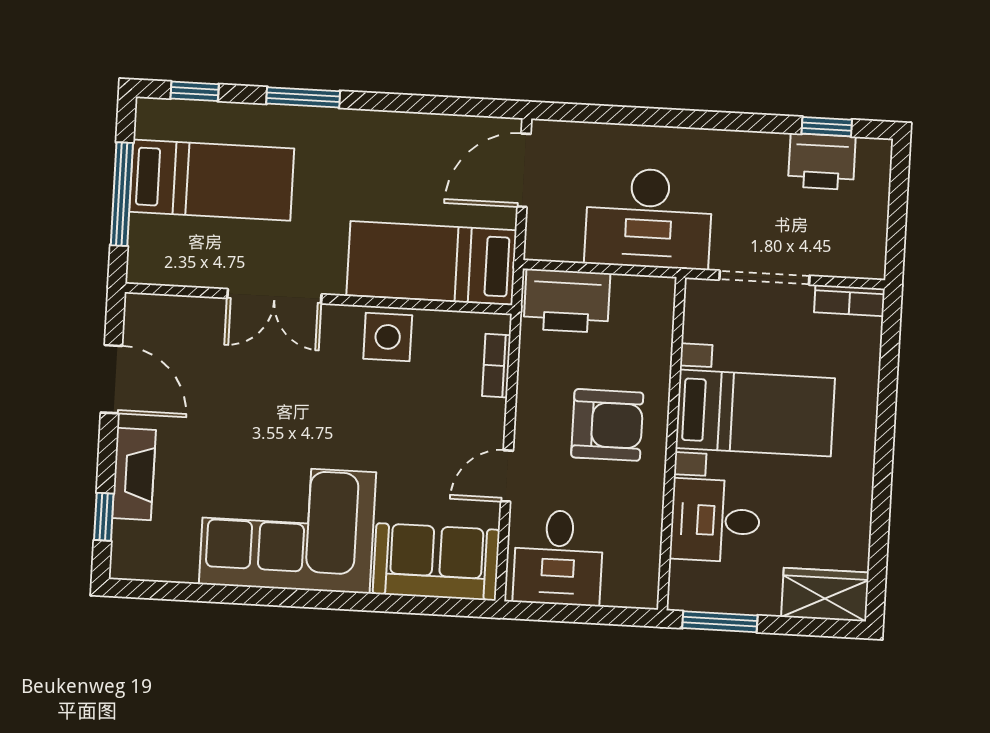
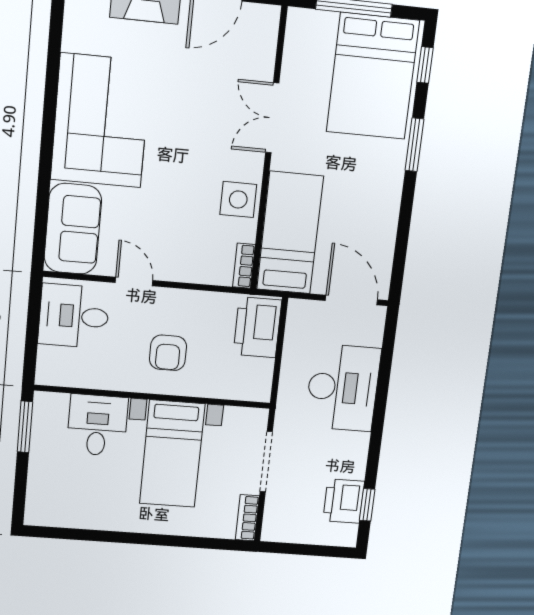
bed: (212, 180) -> (373, 76), width x1.50
desk: (649, 218) -> (343, 388), moved, turned 180
bookcase: (496, 366) -> (244, 266), moved, turned -90
armchair: (607, 425) -> (168, 353), width x0.72, depth x0.72
wardrobe: (825, 595) -> (43, 498), removed

